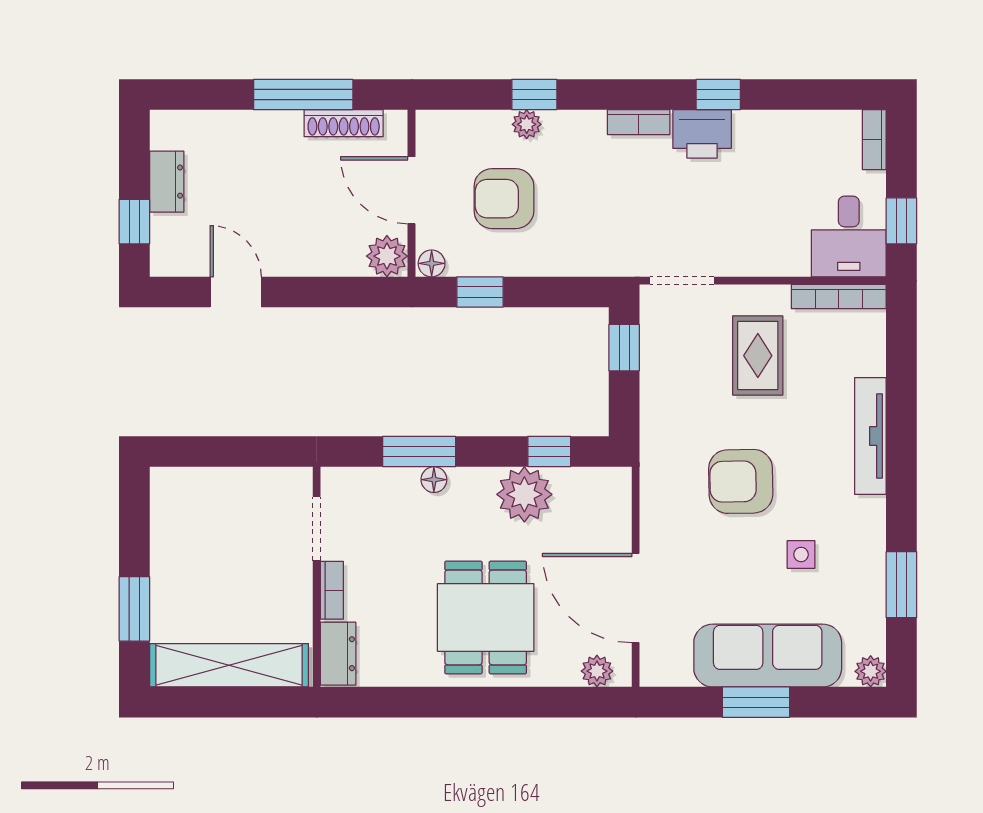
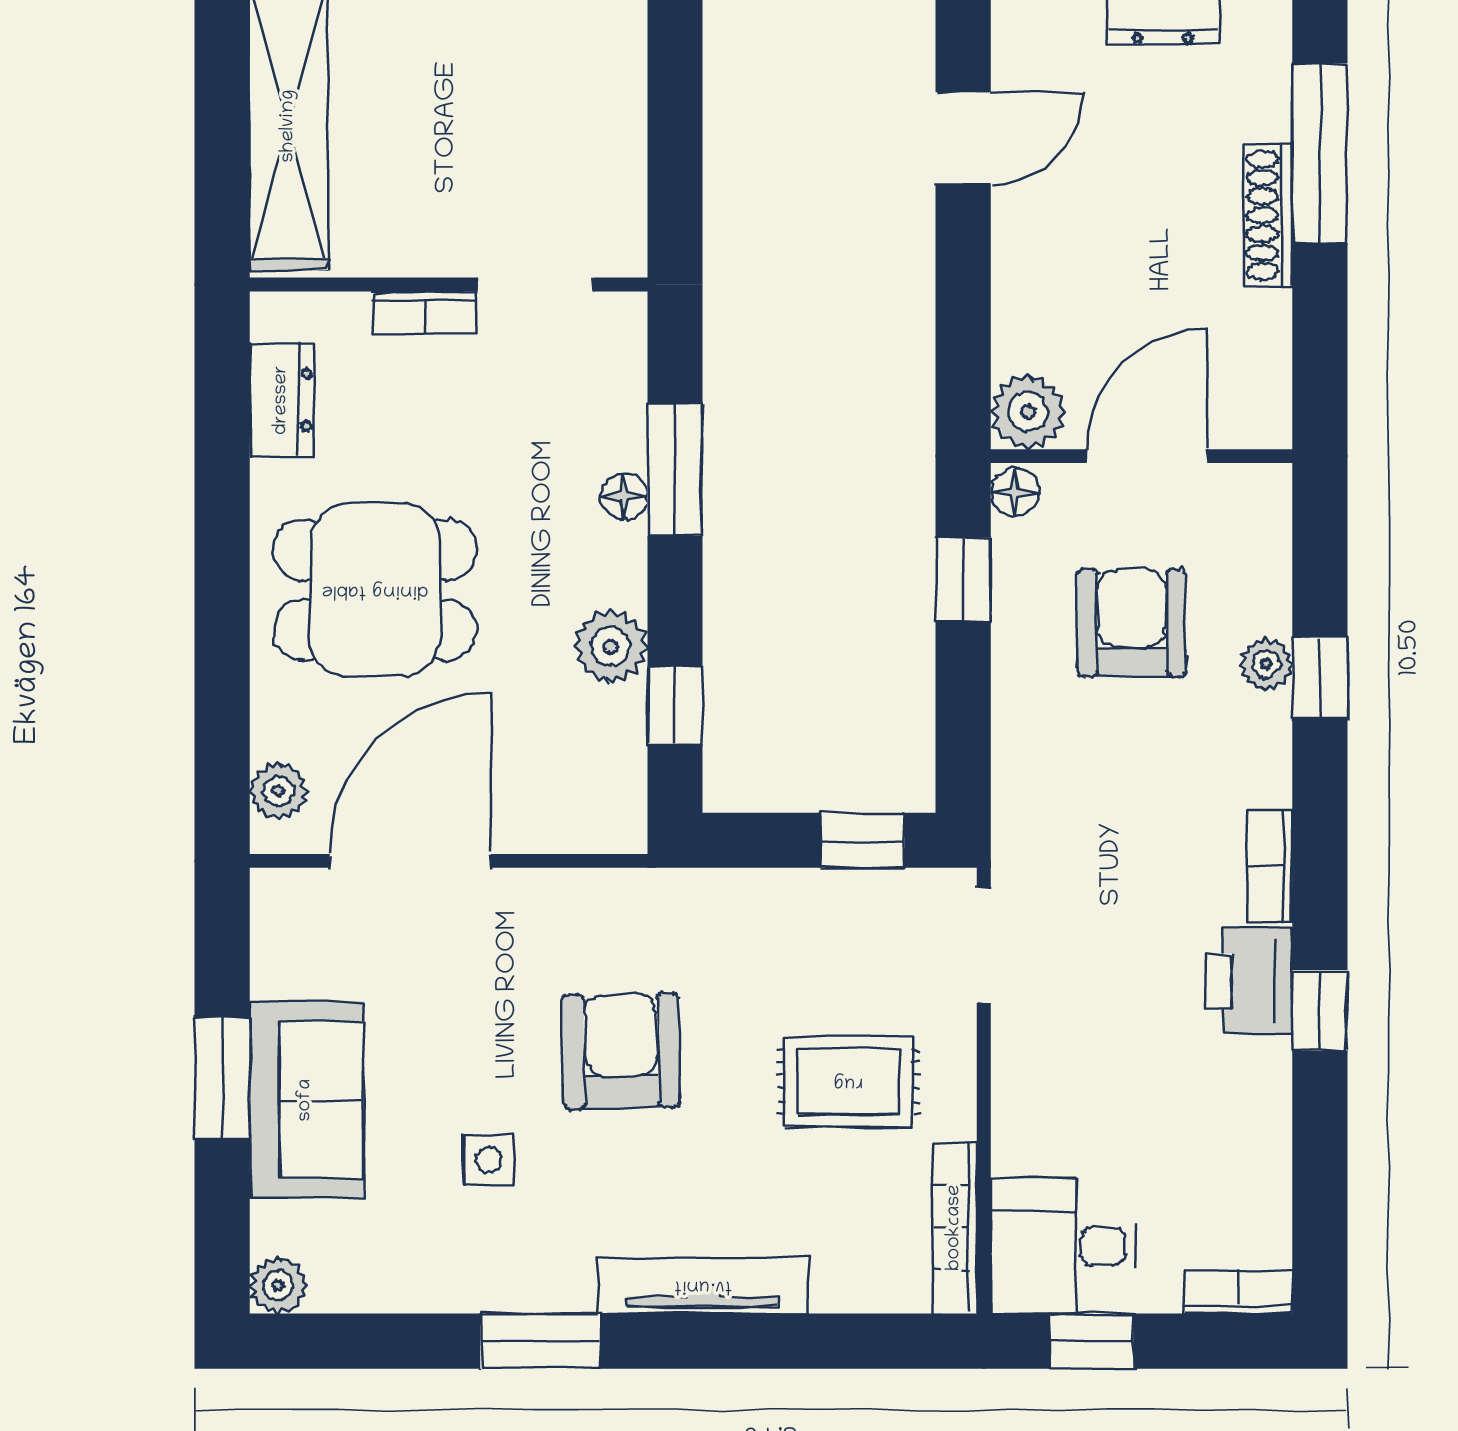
window: (303, 95) -> (1320, 153), moved
shoe rack: (344, 123) -> (1268, 215), moved
plant: (524, 494) -> (611, 647), width x0.73, depth x0.73
window: (901, 585) -> (540, 1341), moved
dresser: (338, 654) -> (282, 400), moved, turned -90
sofa: (768, 656) -> (306, 1100), width x0.73

